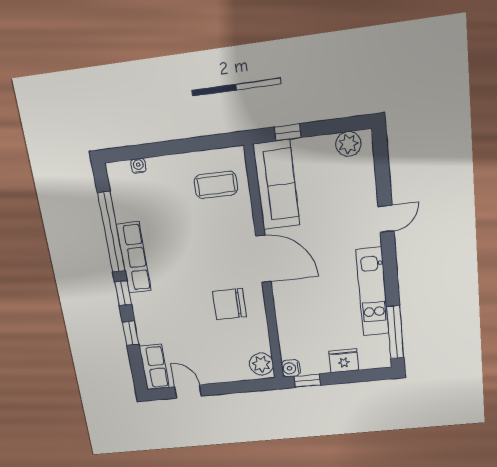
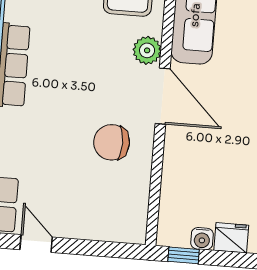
plant: (261, 364) -> (147, 50), moved
water cooler: (291, 368) -> (202, 239), moved, turned -90

